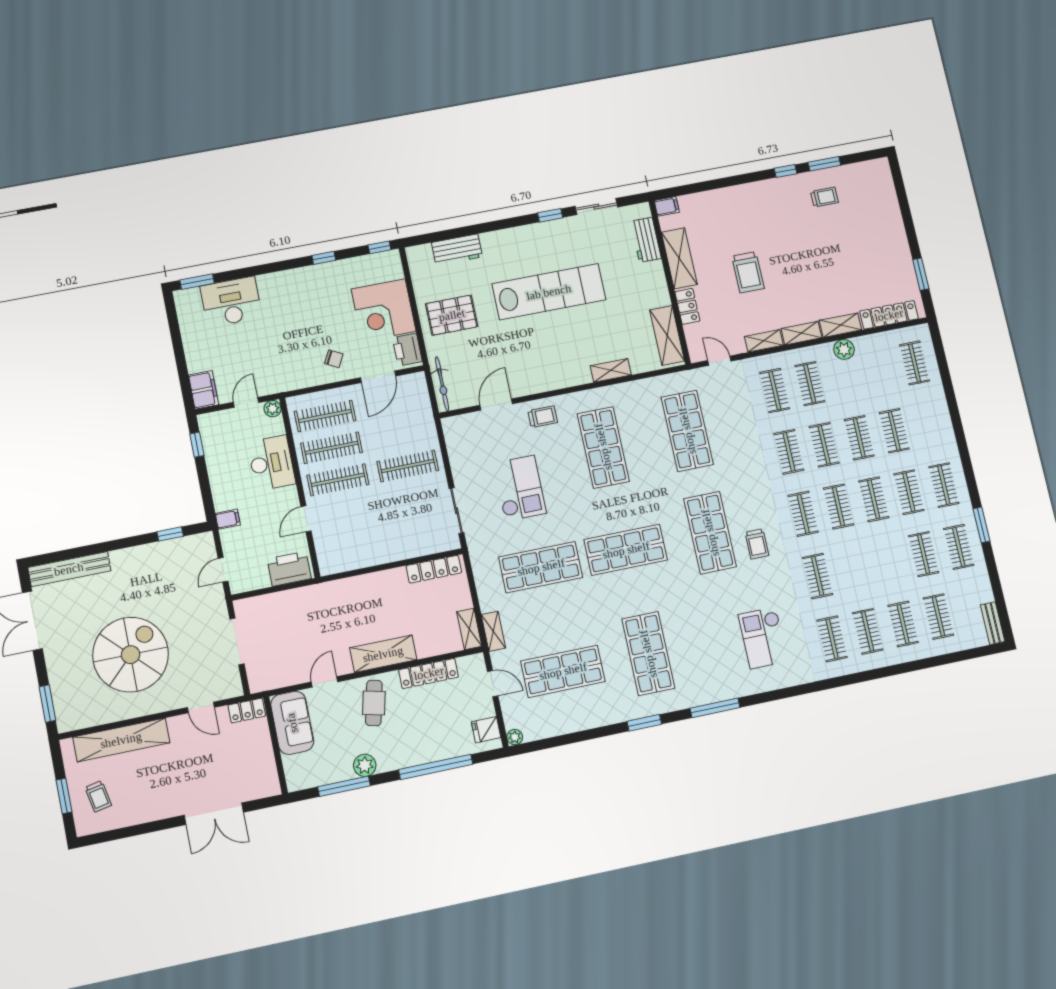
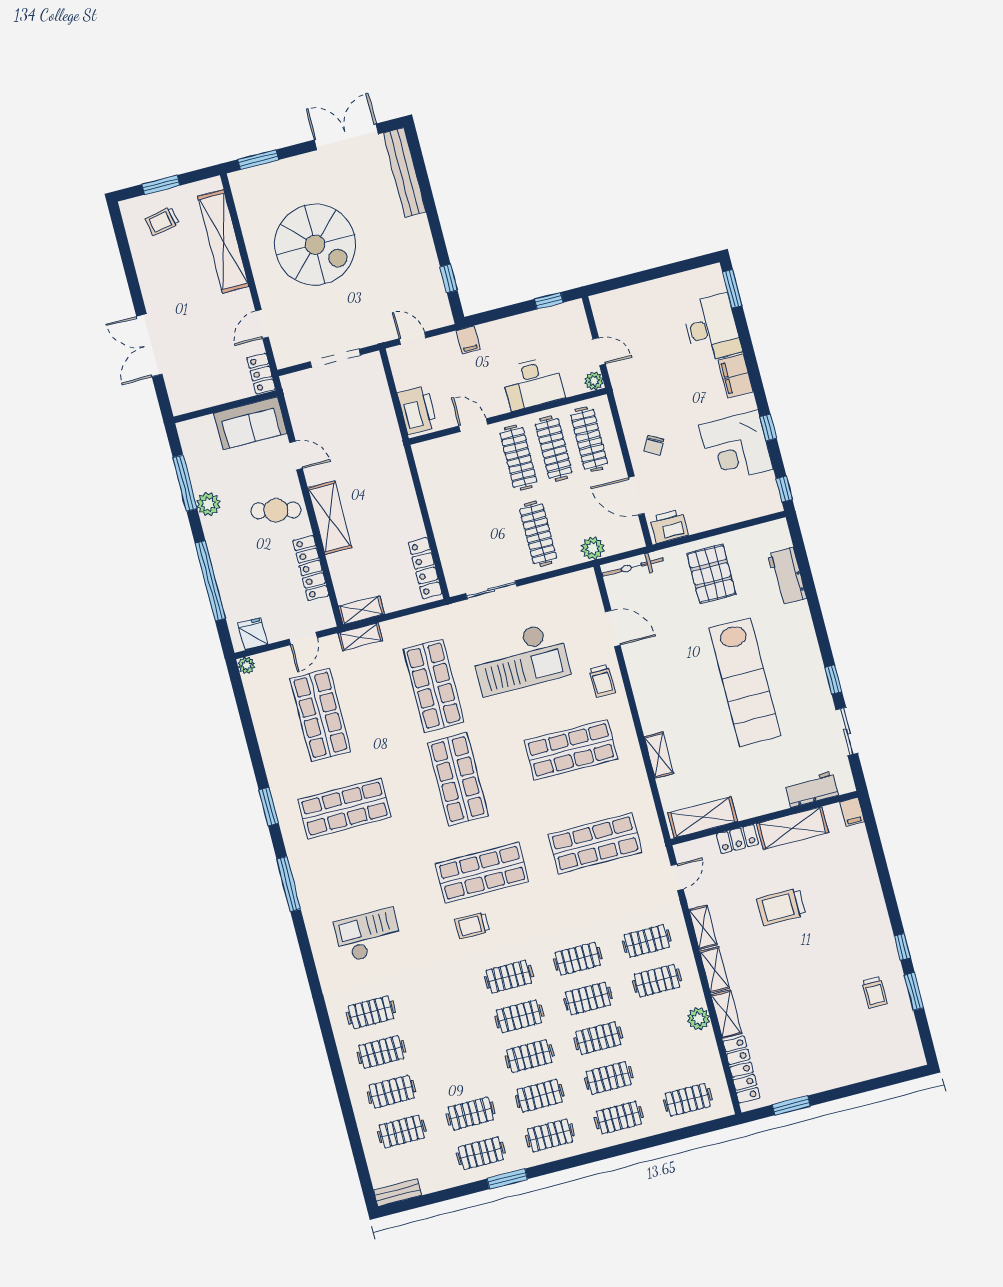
corner desk: (384, 310) -> (736, 447), moved, turned -90
filing cabinet: (204, 390) -> (736, 376), moved, turned 90
plant: (423, 418) -> (593, 548), added
checkout: (520, 488) -> (520, 659), width x1.36, depth x1.21
clothes rail: (818, 576) -> (619, 1118), moved

